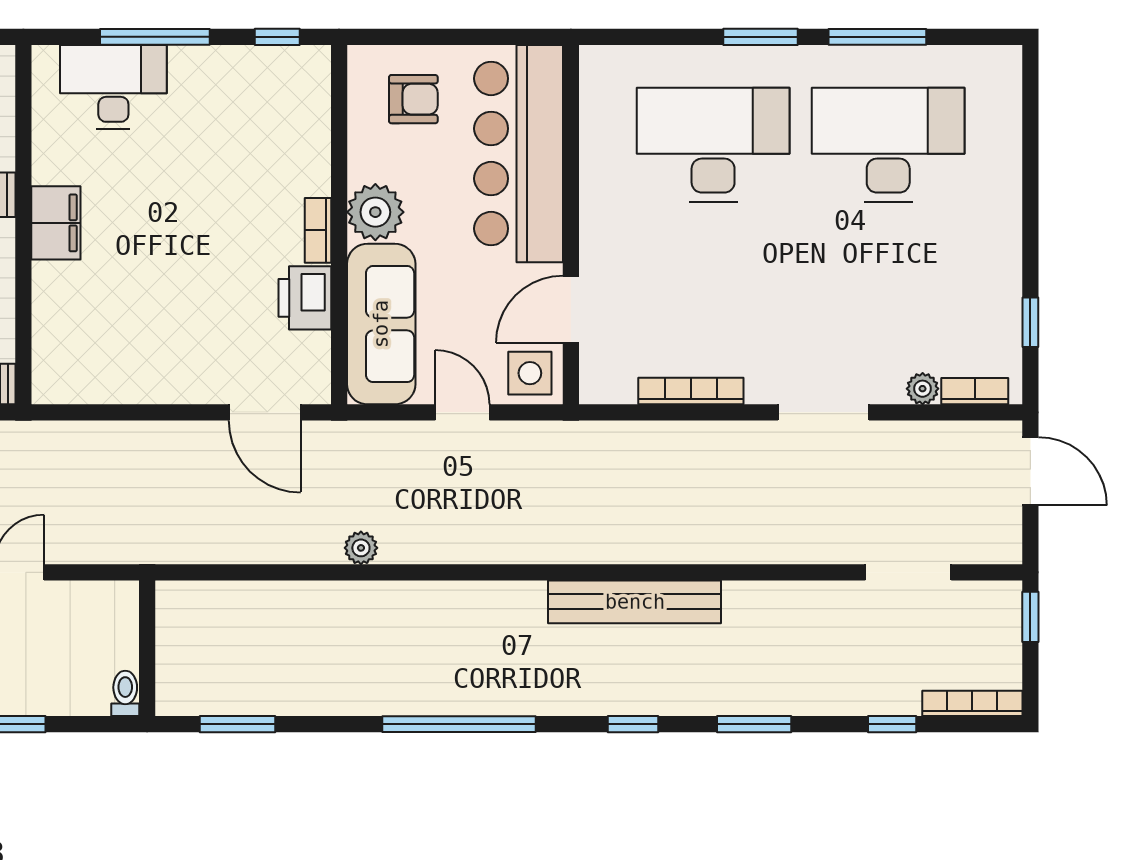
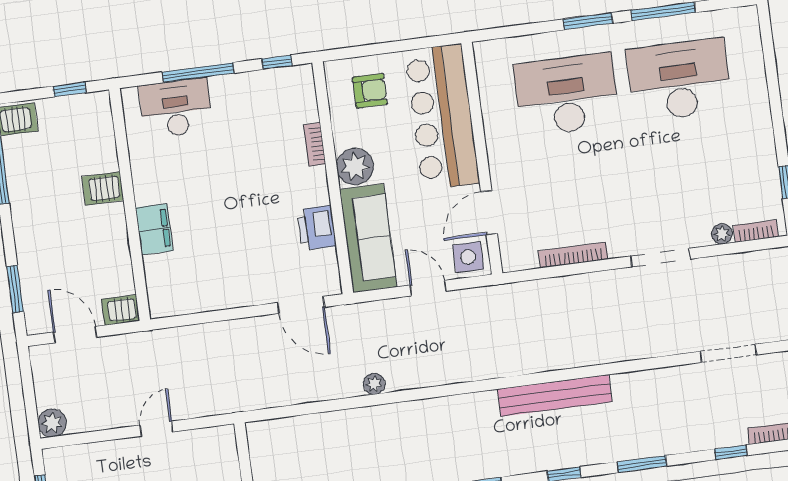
filing cabinet: (56, 223) -> (154, 229), moved
bookcase: (318, 230) -> (315, 144), moved

